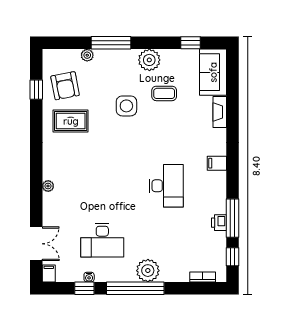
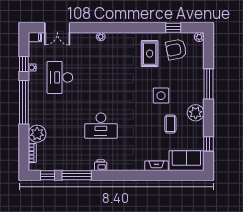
plant: (87, 55) -> (199, 37), moved
filing cabinet: (217, 163) -> (118, 164), removed
printer: (219, 223) -> (101, 165), moved
plant: (148, 271) -> (37, 134), moved

